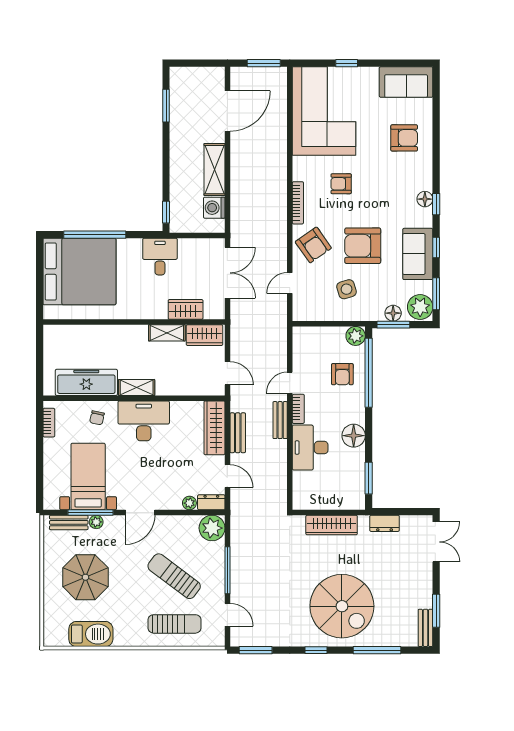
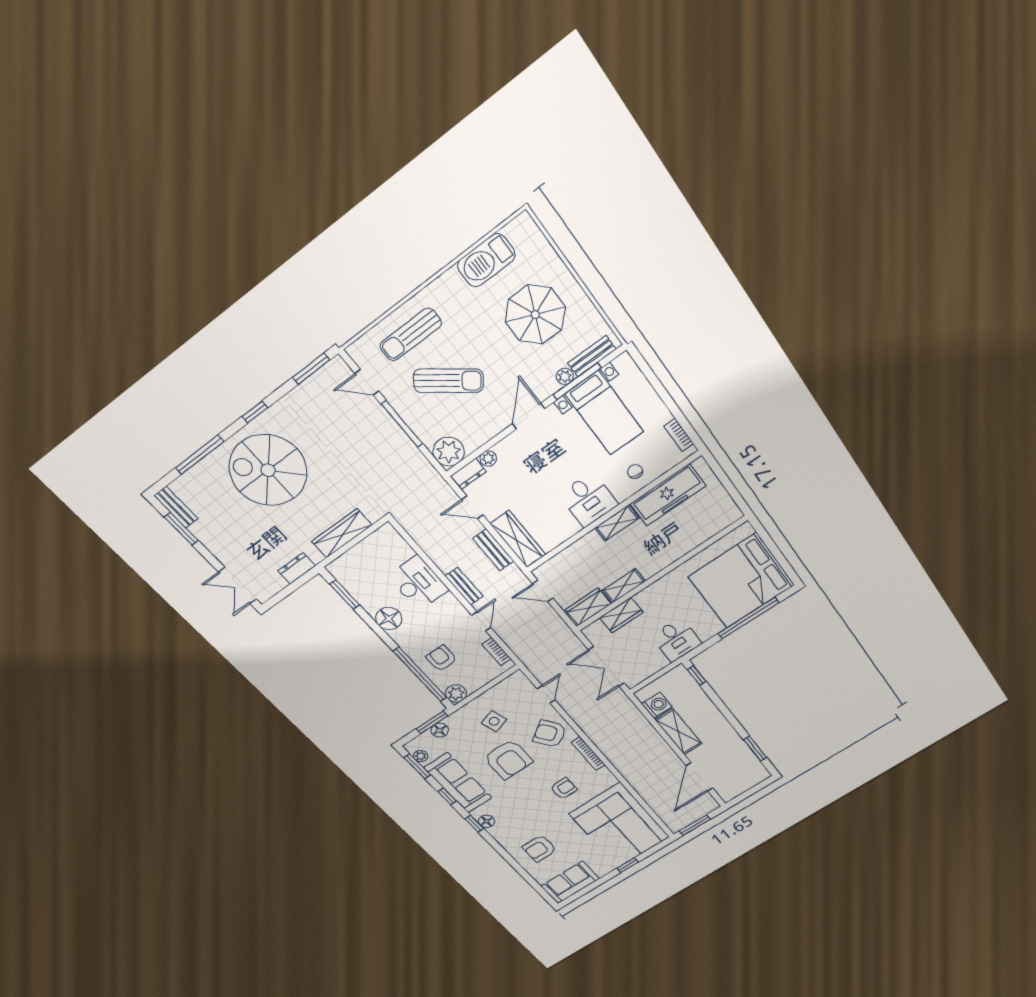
armchair: (363, 246) -> (508, 759), turned 90
sofa: (418, 254) -> (458, 783), width x1.36
plant: (420, 307) -> (421, 756), width x0.53, depth x0.53
bookcase: (298, 409) -> (496, 652), moved
desk: (144, 421) -> (588, 500), width x0.73

